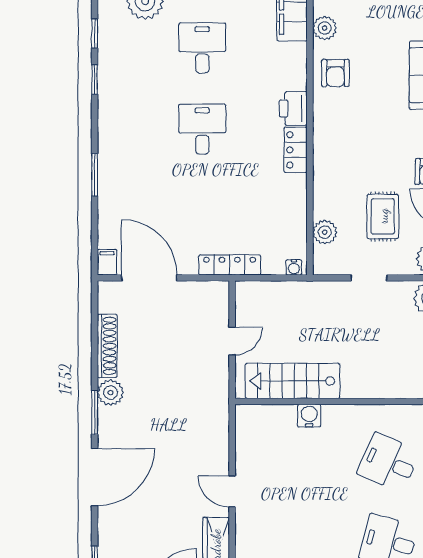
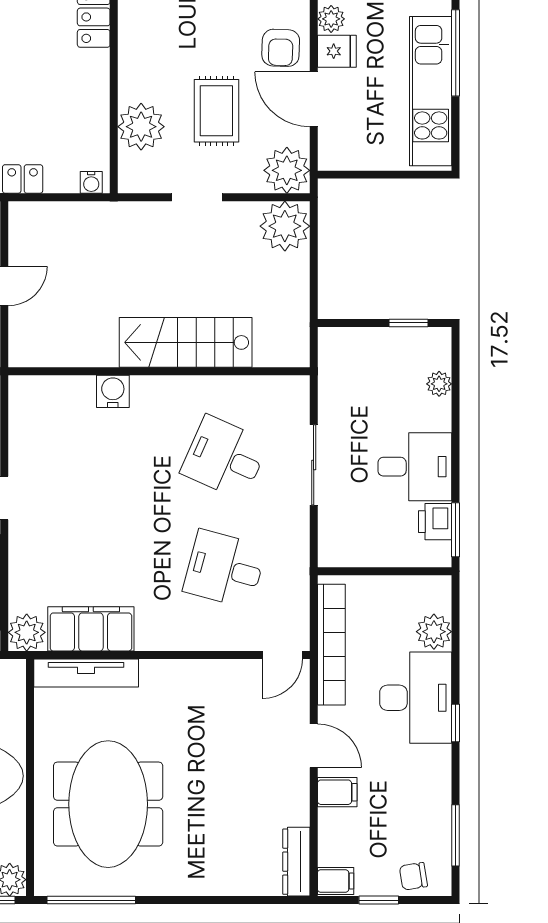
plant: (325, 232) -> (141, 127), width x1.36, depth x1.36
stairs: (293, 381) -> (186, 342), moved

